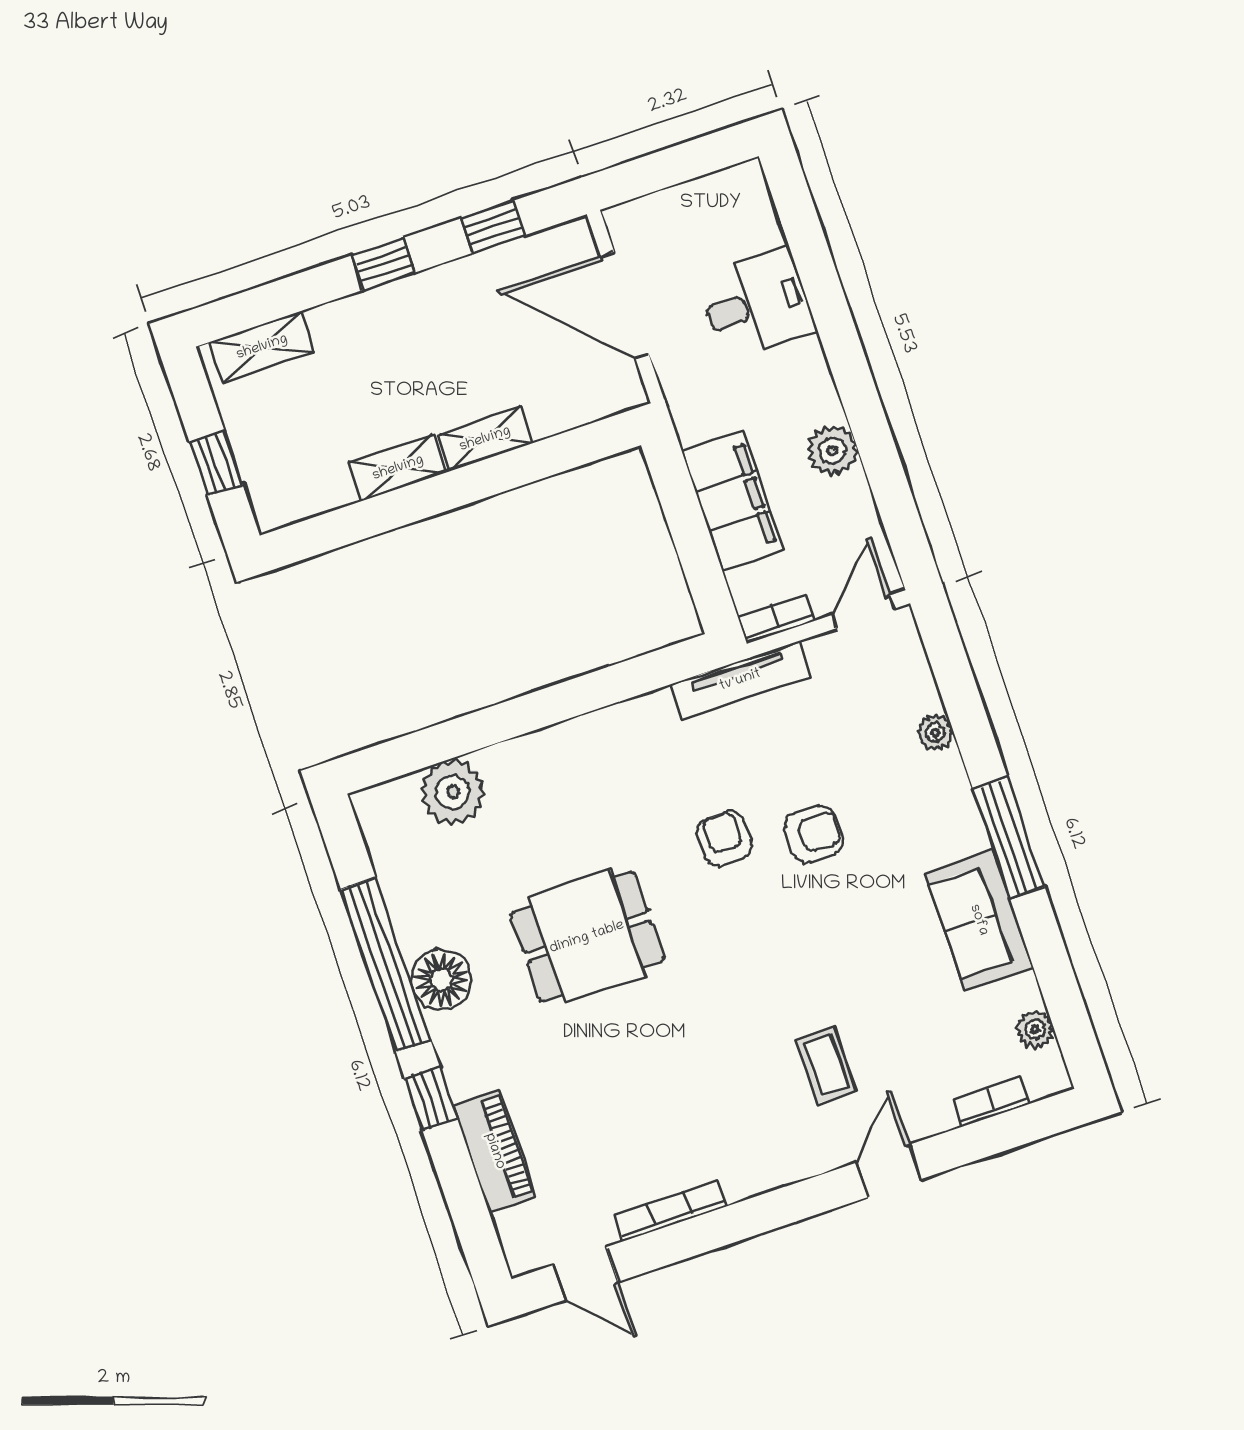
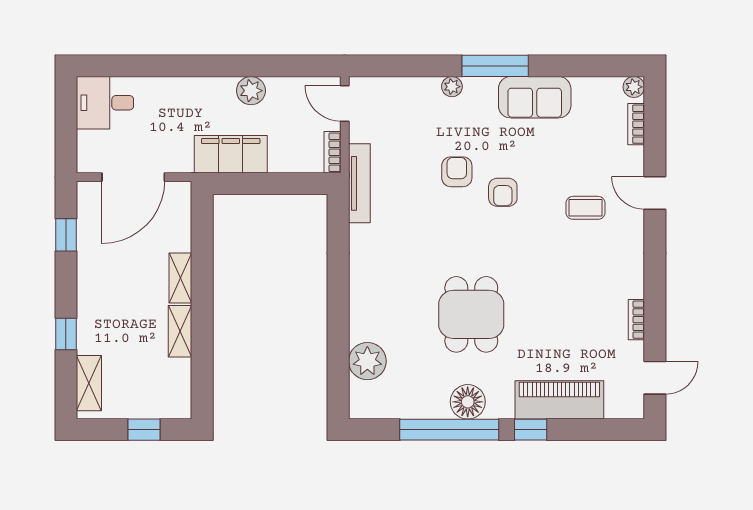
window: (384, 264) -> (66, 334), moved
desk: (757, 304) -> (105, 103), moved, turned -90
filing cabinet: (733, 501) -> (231, 154), moved
plant: (935, 733) -> (452, 87), moved
armchair: (724, 838) -> (503, 192), moved, turned -90
plant: (1035, 1030) -> (634, 87), moved
piano: (495, 1151) -> (559, 400), width x1.37, depth x1.33
bookcase: (670, 1211) -> (636, 320), width x0.64

